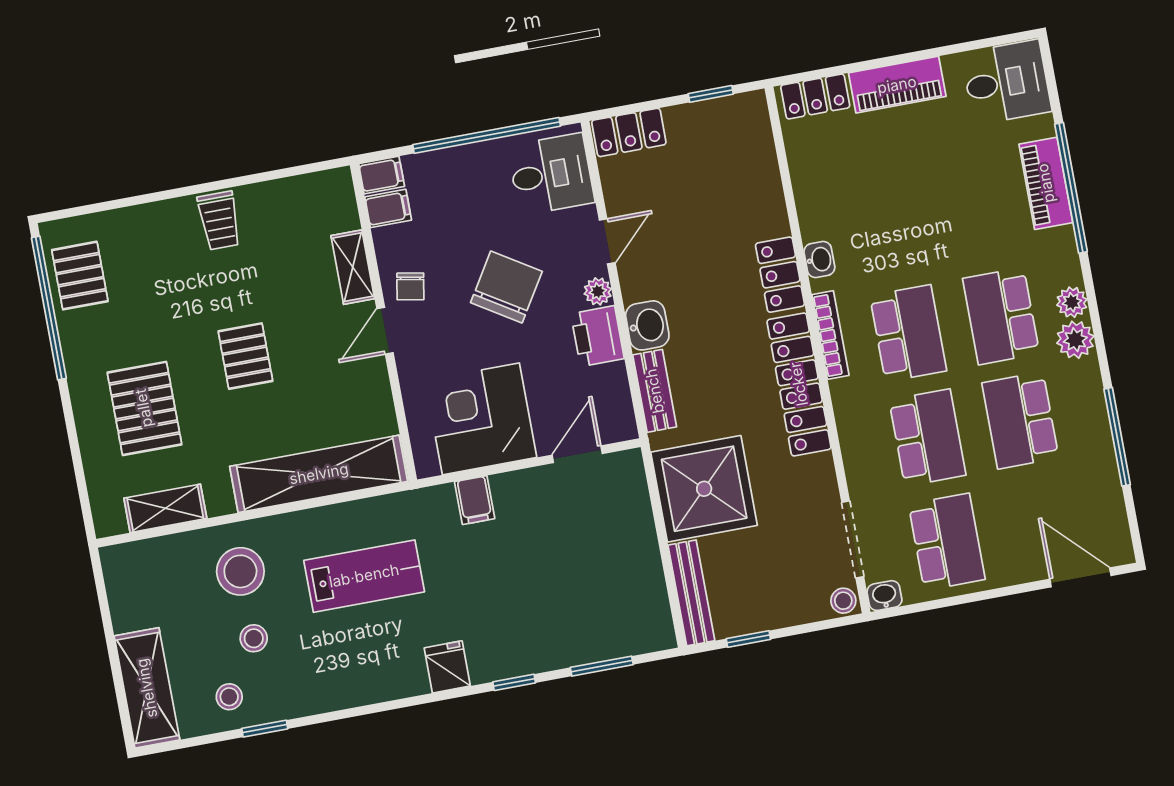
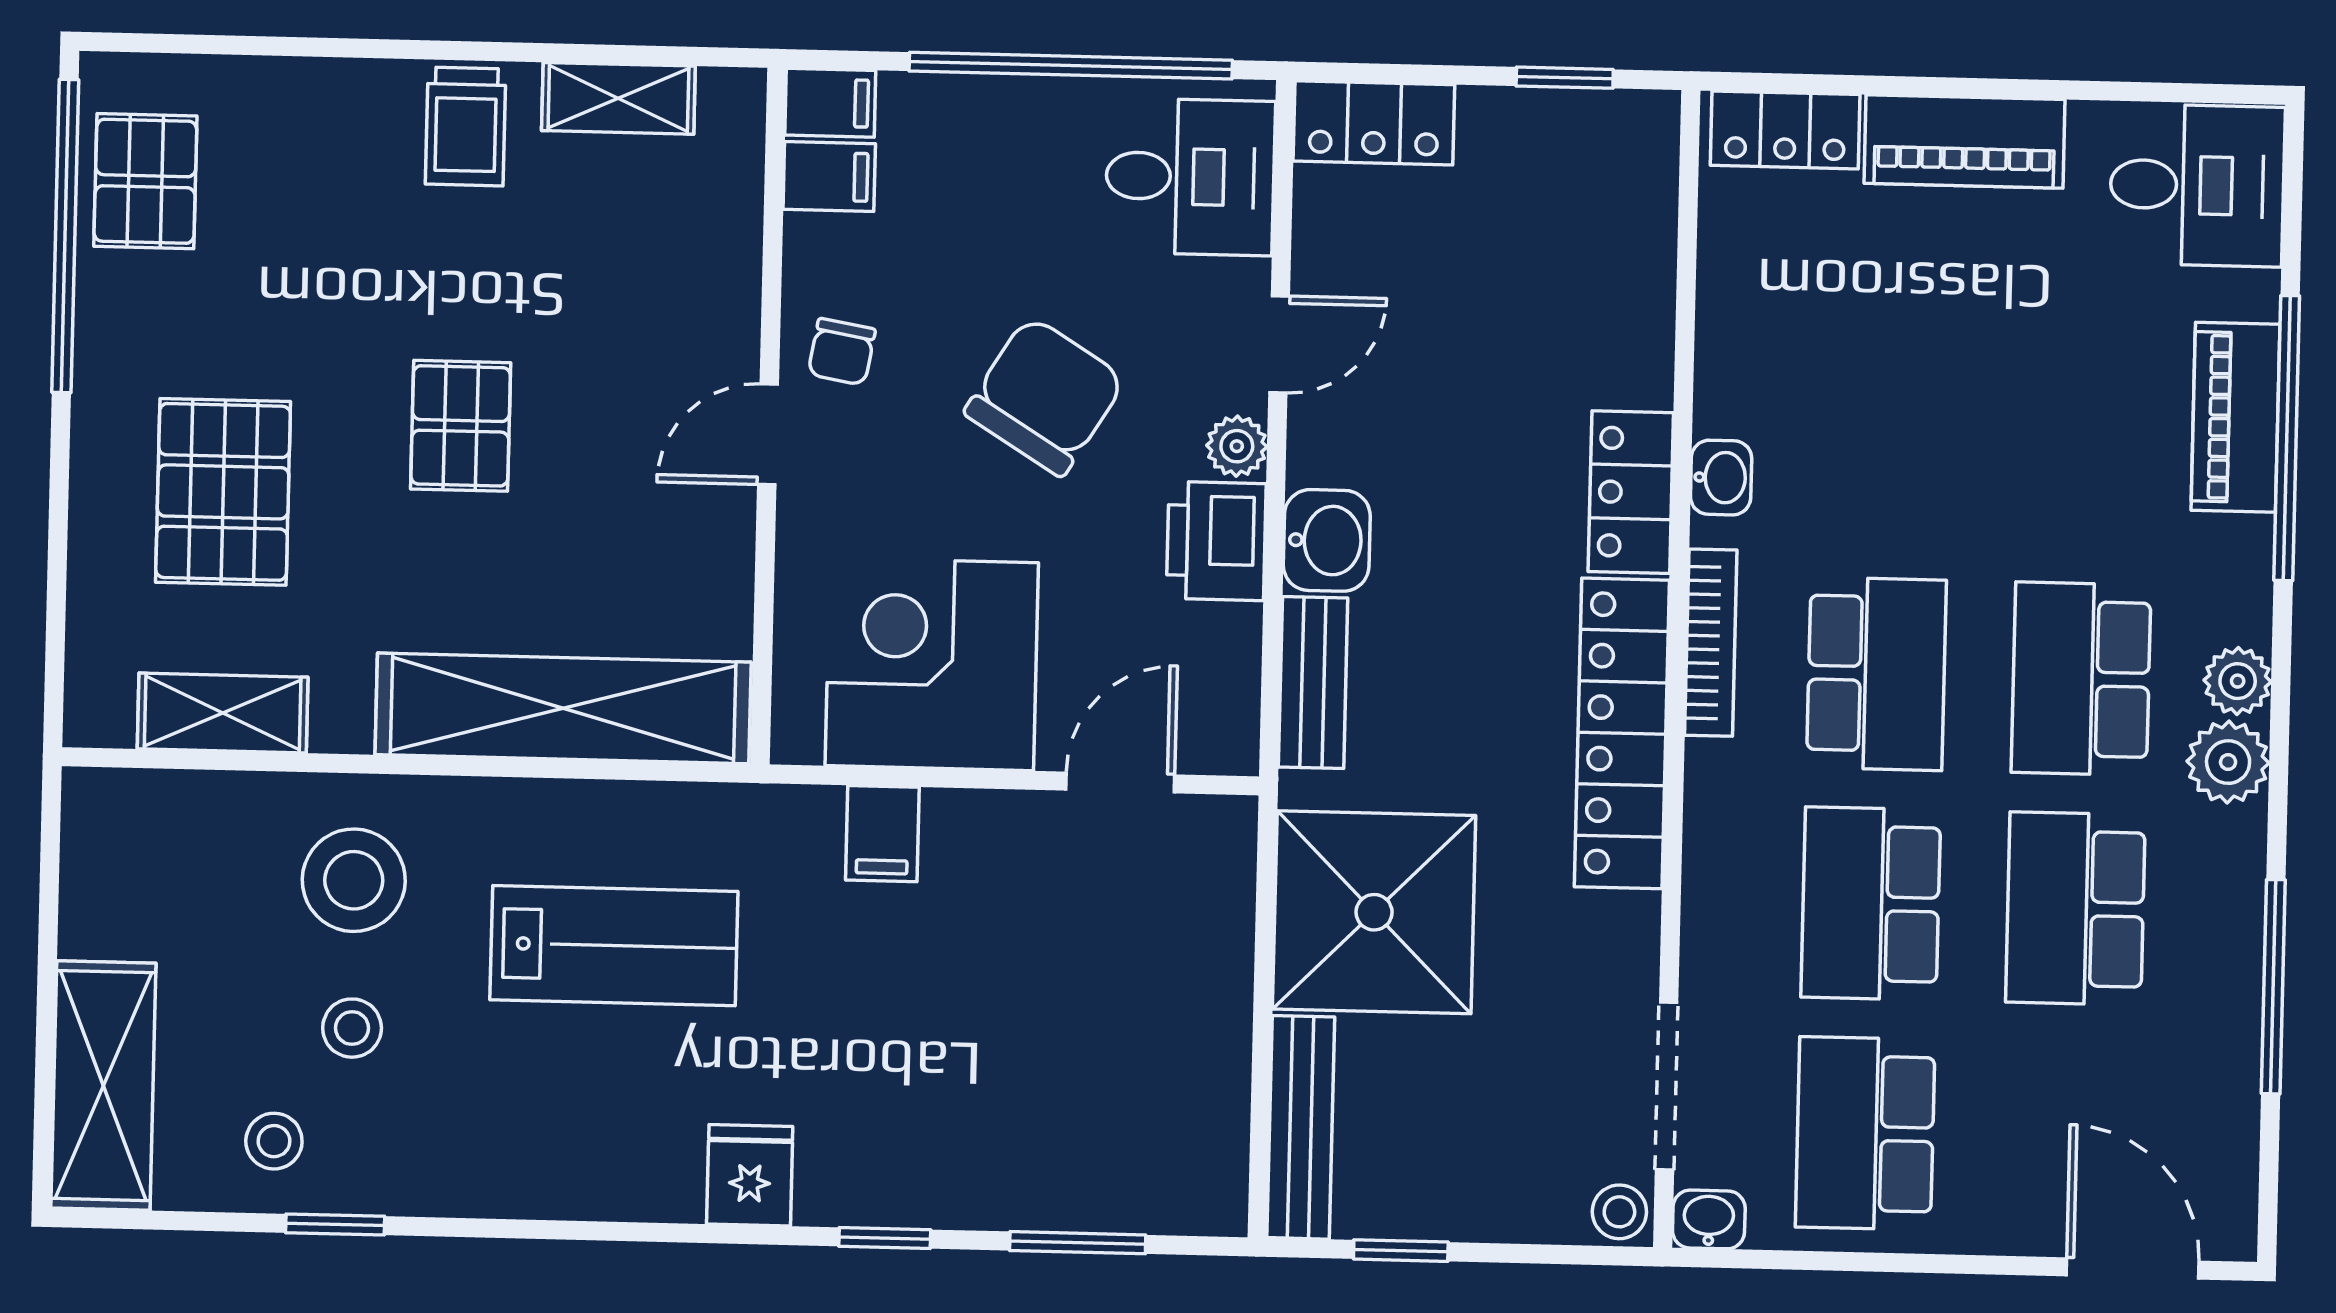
shelving: (353, 267) -> (618, 98), moved, turned 90
school desk: (927, 438) -> (1871, 904), turned 180
school desk: (947, 542) -> (1865, 1133), turned 180

